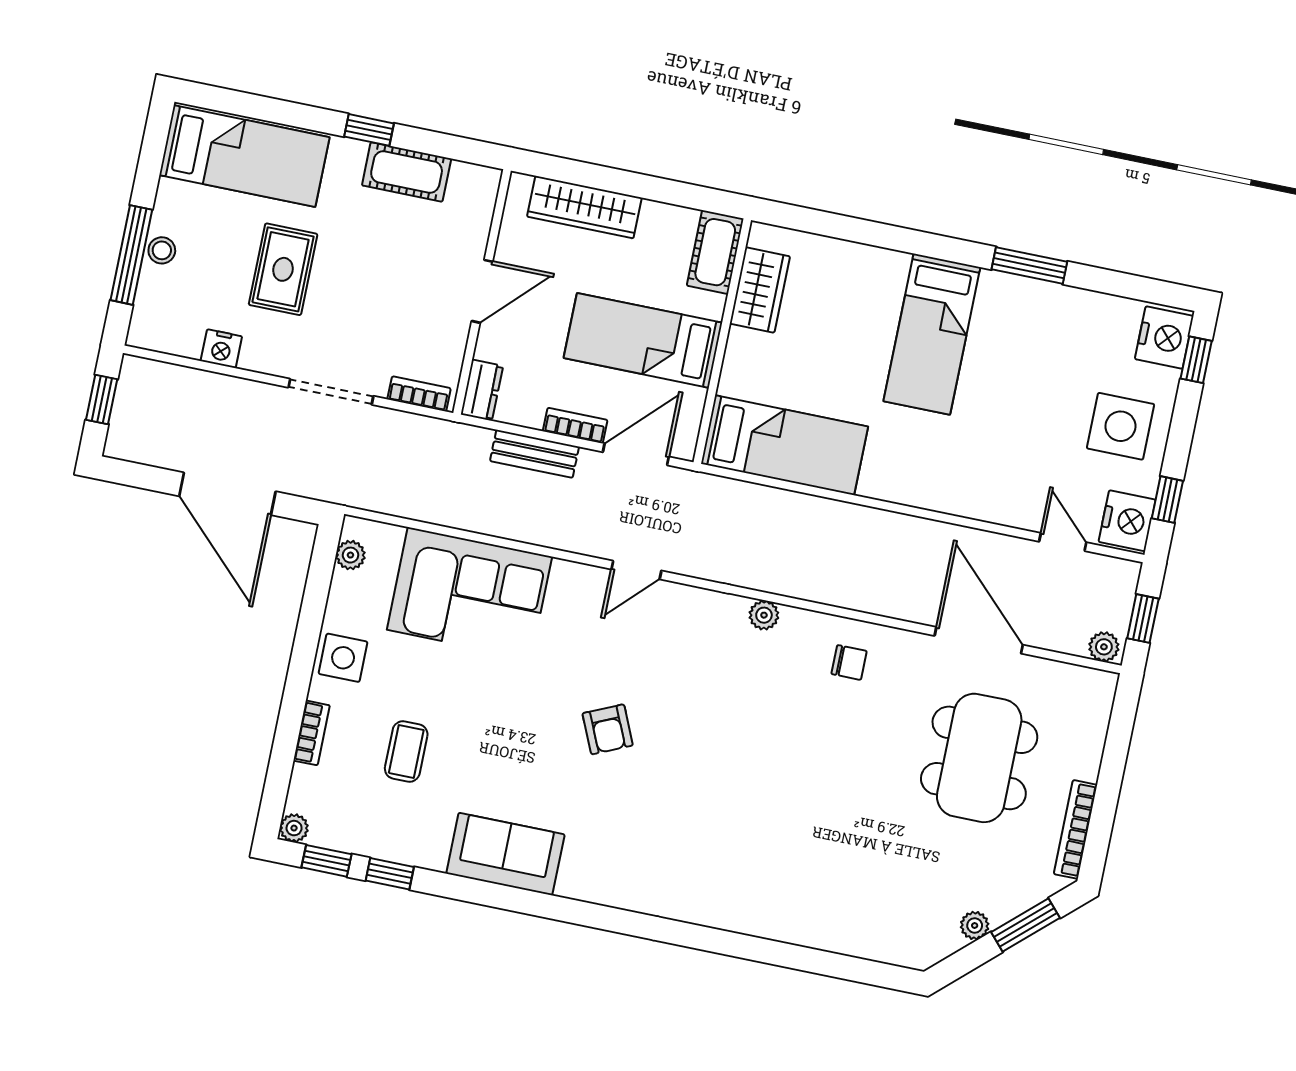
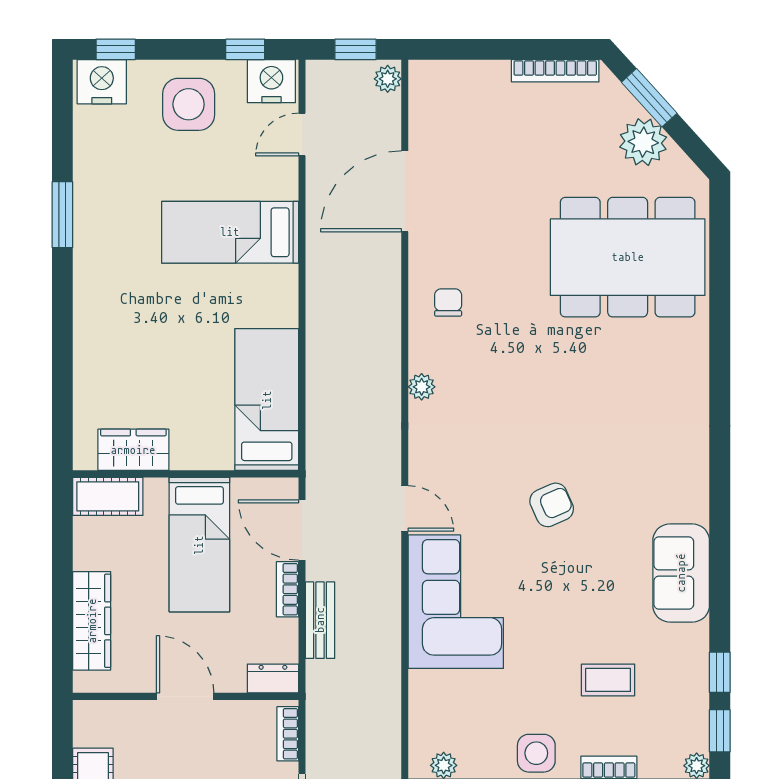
bed: (932, 334) -> (230, 232), moved, turned 180
corner sofa: (469, 593) -> (456, 602), moved
dining table: (979, 758) -> (628, 257), moved, width x1.36, depth x1.24
plant: (975, 925) -> (643, 142), width x1.87, depth x1.87

